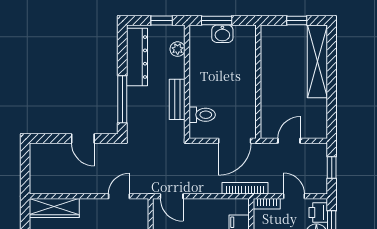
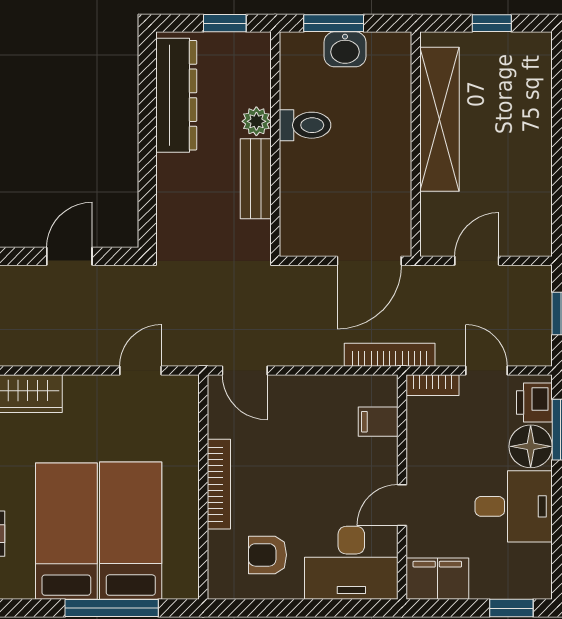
plant: (178, 49) -> (256, 121), moved
shelving: (317, 61) -> (439, 119), moved
window: (122, 99) -> (147, 179), removed
toilet: (202, 115) -> (305, 125), moved
door: (83, 139) -> (69, 256), swing flipped

